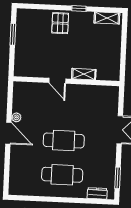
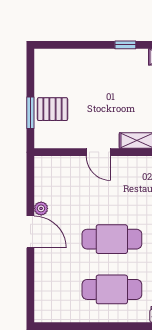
pallet: (60, 23) -> (52, 109), moved, turned 90
window: (13, 34) -> (30, 113), moved

